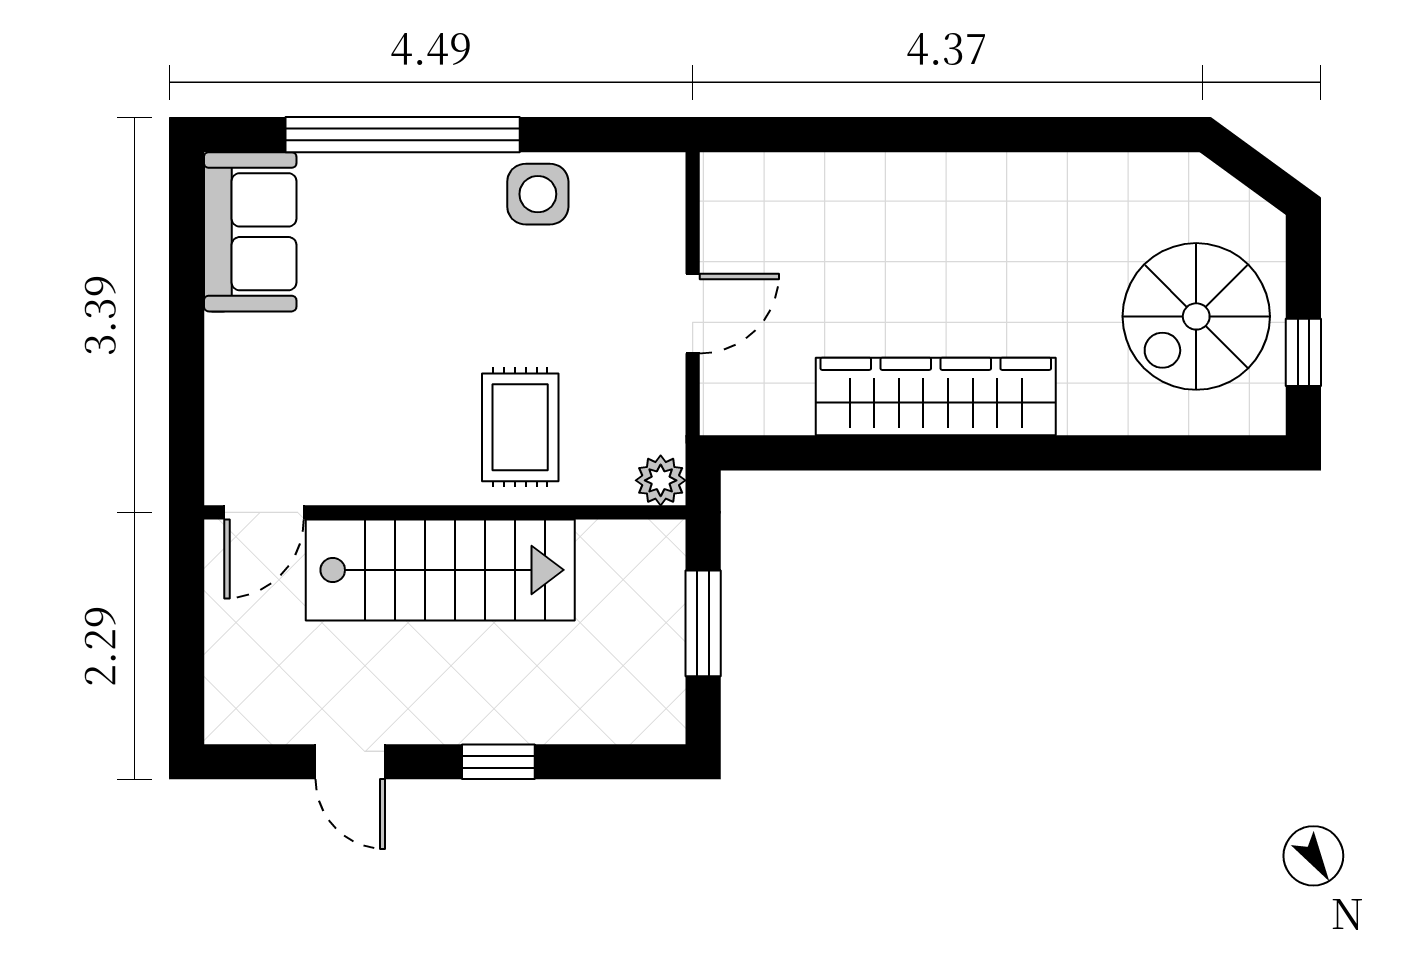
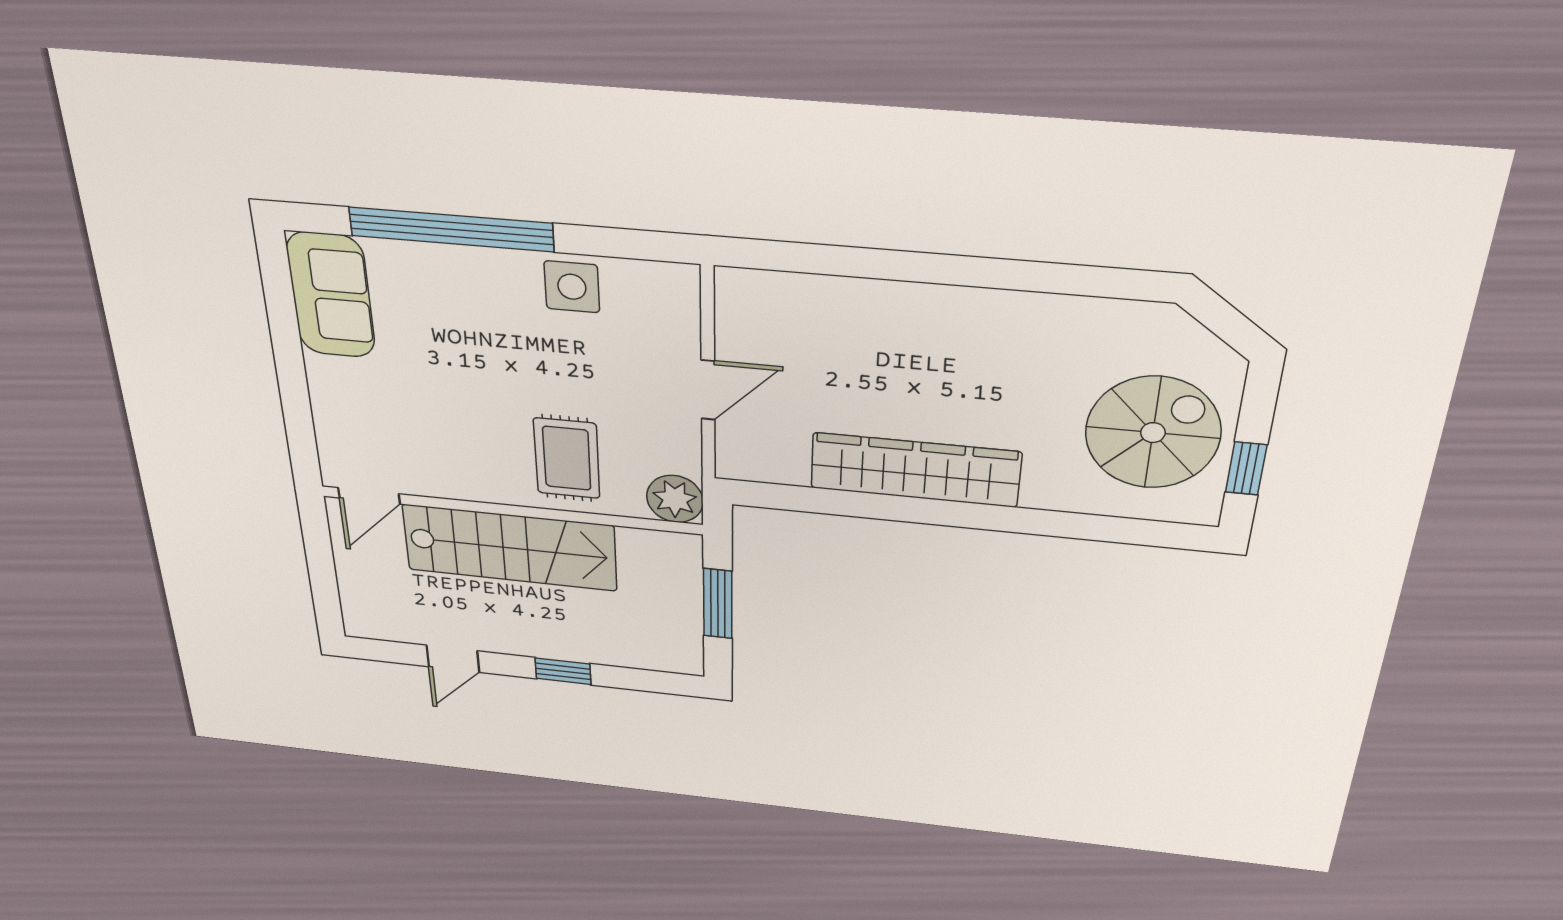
spiral stairs: (1196, 316) -> (1153, 433), turned 180
plant: (661, 480) -> (675, 499), width x1.38, depth x1.38
door: (350, 762) -> (453, 659), hinge flipped

